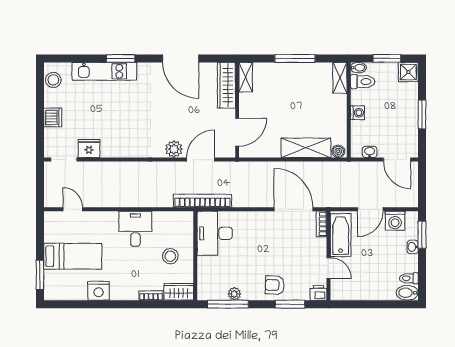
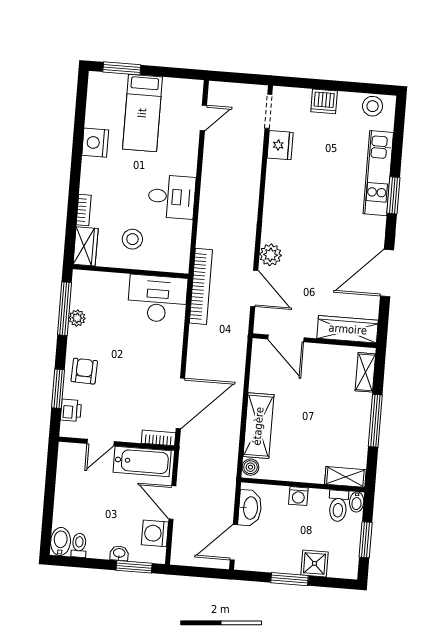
shower: (408, 72) -> (315, 563), moved
shelving: (246, 77) -> (365, 372), moved, turned 90
washbasin: (370, 152) -> (250, 508), width x1.91, depth x1.45
printer: (318, 293) -> (71, 410), moved

